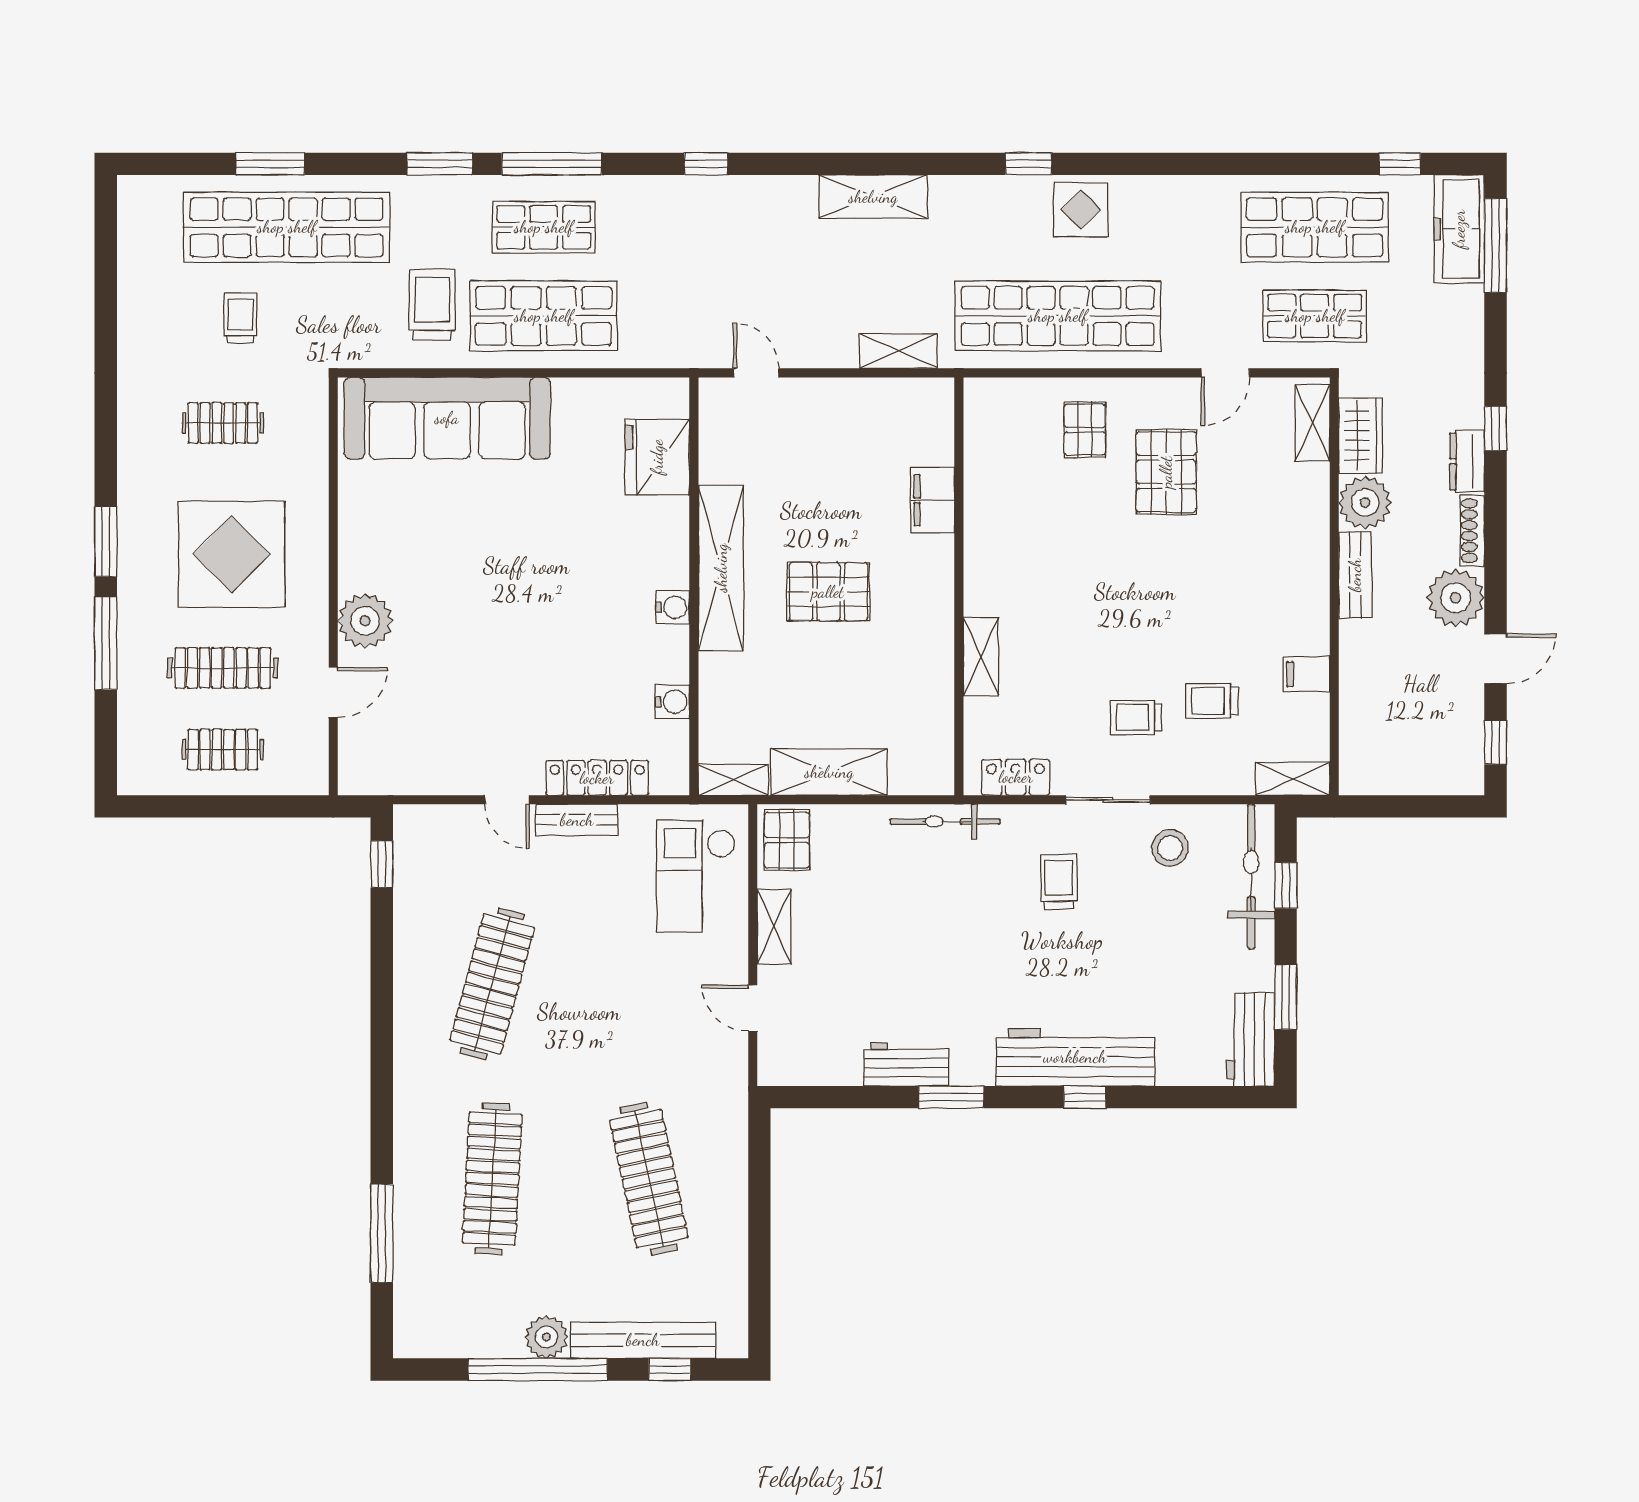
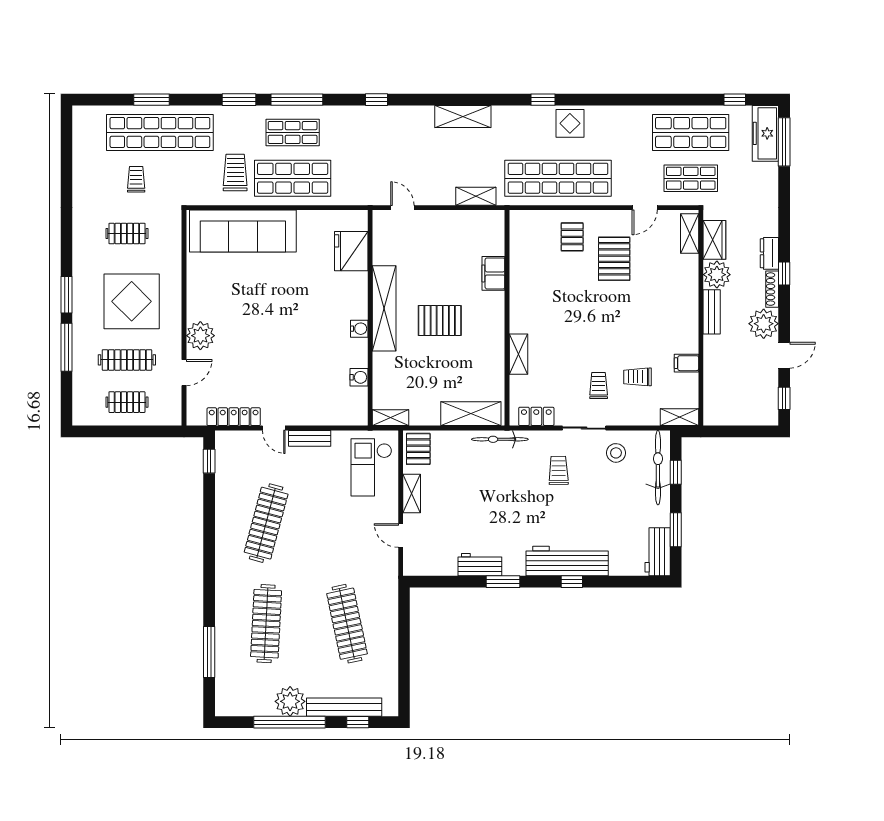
window: (1495, 429) -> (784, 274), moved
trolley: (1136, 717) -> (599, 386), turned 90
shelving: (829, 772) -> (471, 414), moved
locker: (597, 778) -> (234, 417), moved
plant: (546, 1337) -> (290, 701), width x1.36, depth x1.36

